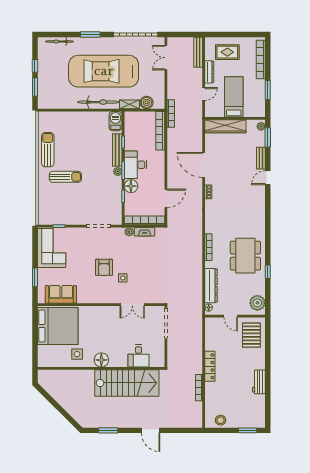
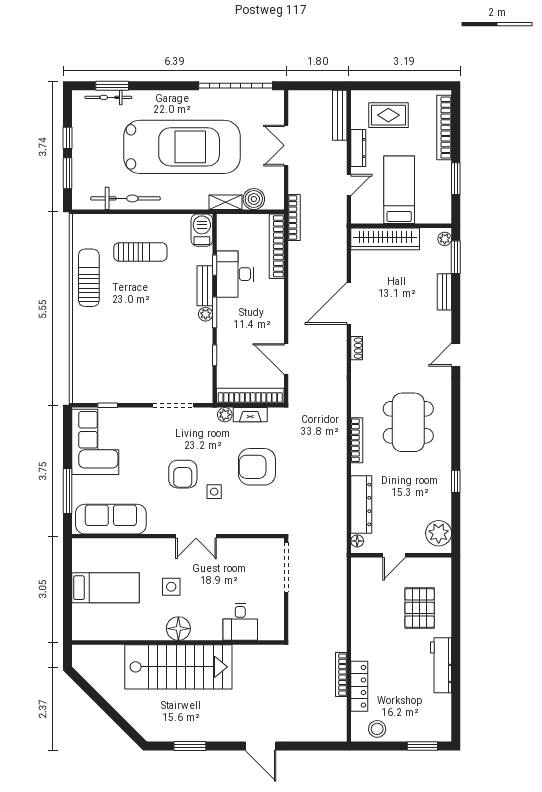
window: (90, 34) -> (112, 86), moved
double door: (166, 58) -> (286, 145), moved
car: (104, 71) -> (182, 147), turned 180
bicycle: (98, 102) -> (125, 198), moved
bench: (117, 150) -> (205, 286), width x0.73
desk: (135, 165) -> (235, 274), moved
door: (204, 165) -> (349, 303), hinge flipped
sun lounger: (65, 177) -> (140, 252), moved
door: (268, 178) -> (456, 355), moved
floor lamp: (131, 186) -> (228, 339), removed
door: (166, 198) -> (286, 359), swing flipped
dining table: (245, 256) -> (408, 422), moved
armchair: (148, 263) -> (257, 467), added
window: (35, 277) -> (68, 491), width x1.44
sofa: (61, 294) -> (111, 519), width x1.36
double door: (132, 305) -> (196, 536), moved
door: (231, 316) -> (394, 555), hinge flipped
bed: (58, 326) -> (106, 588), width x0.49
pallet: (251, 335) -> (420, 608), moved
side table: (77, 354) -> (171, 587), moved
locker: (210, 366) -> (359, 686), moved
workbench: (259, 382) -> (441, 665), width x1.38
stairs: (127, 383) -> (178, 667), moved

